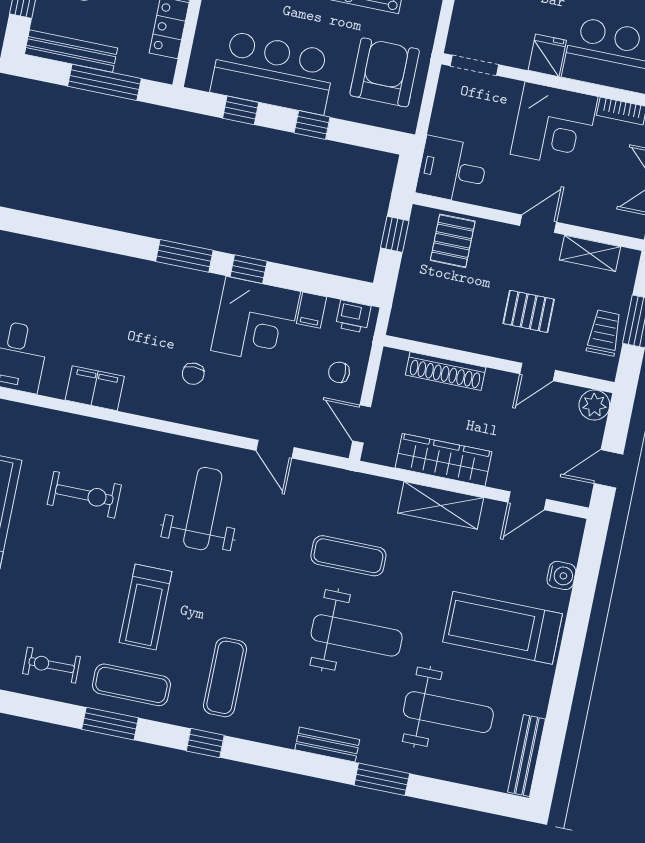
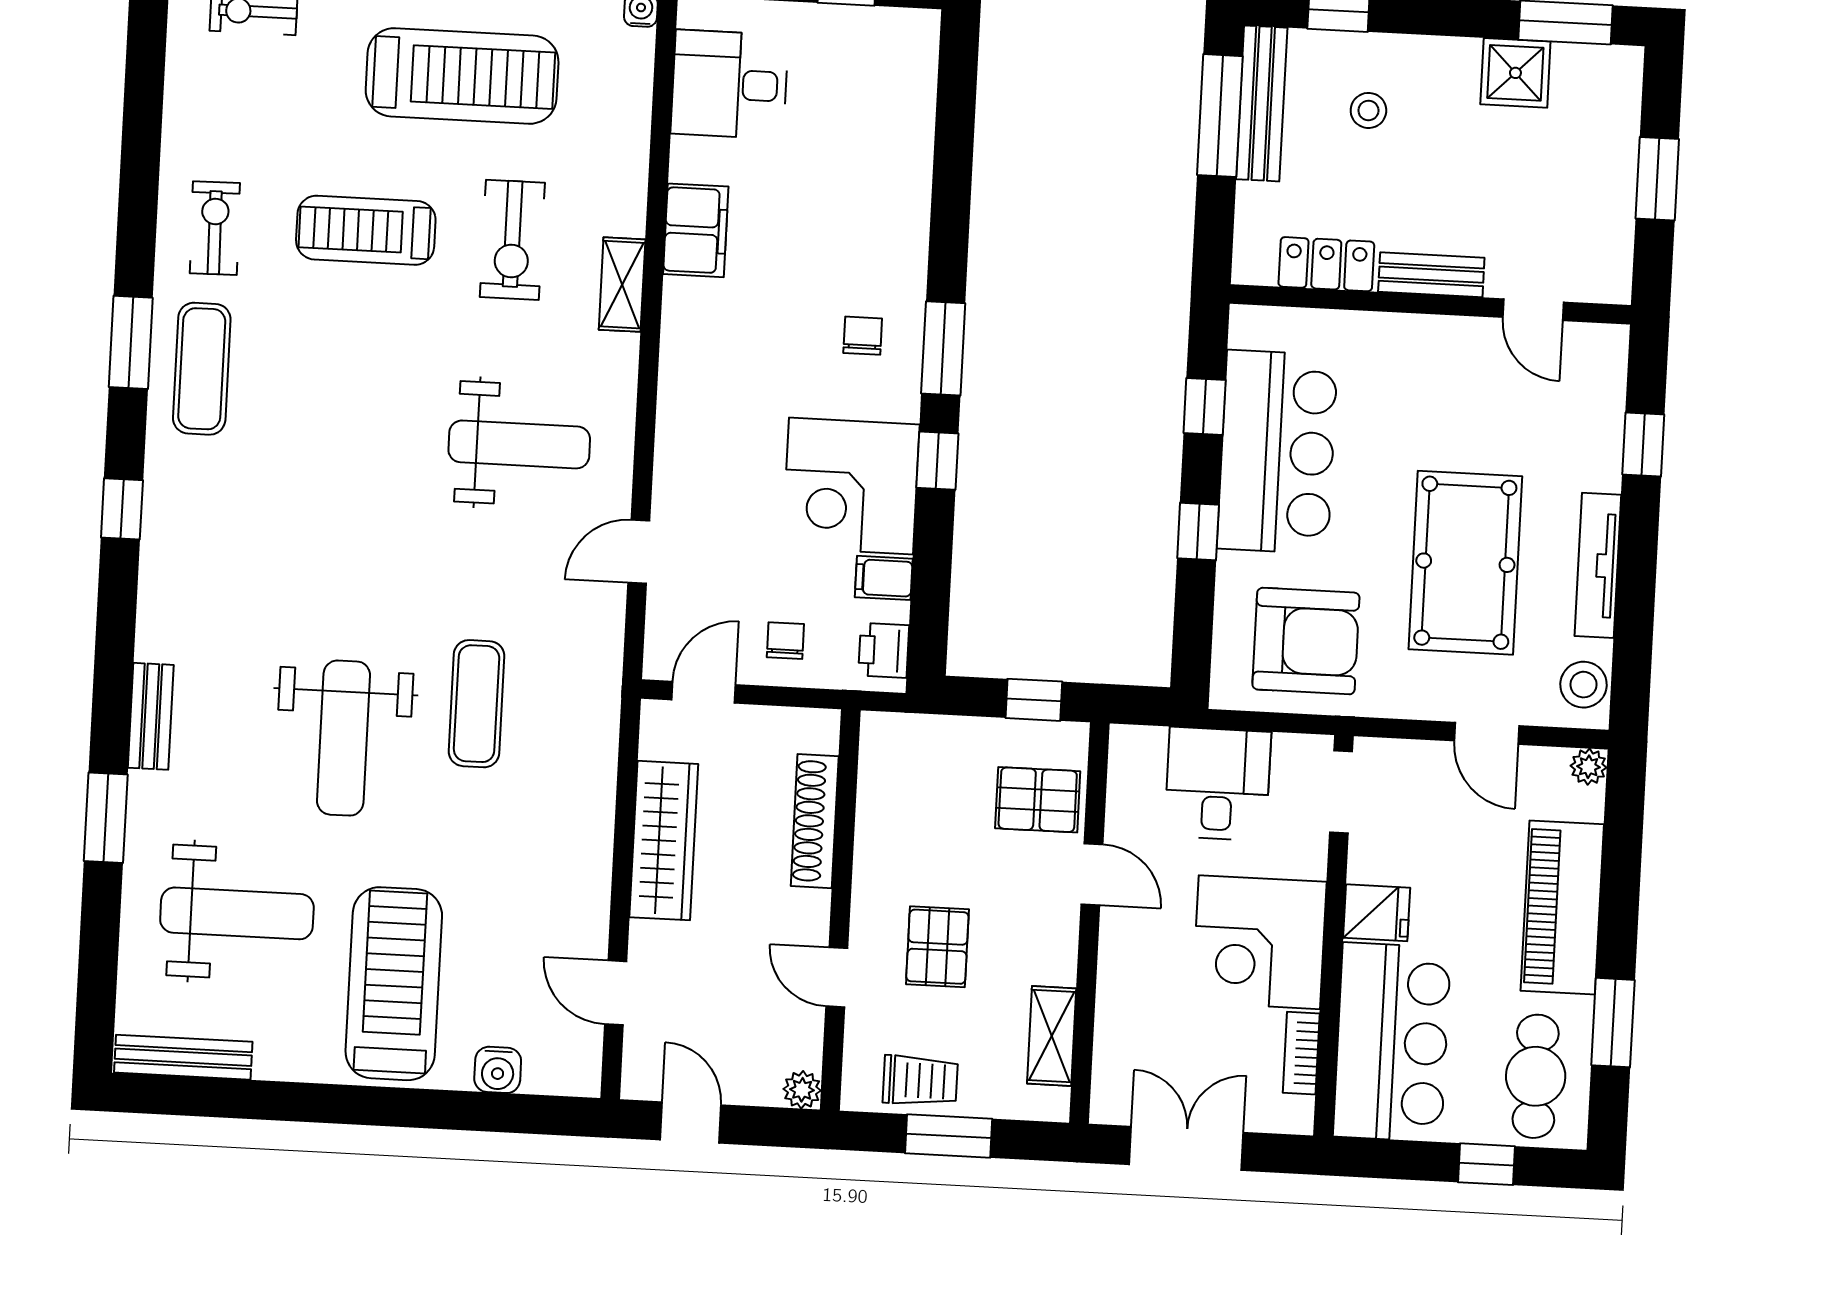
window: (104, 82) -> (1220, 116), moved
desk: (452, 170) -> (1218, 784), moved
door: (538, 224) -> (1092, 874), moved
chair: (193, 374) -> (863, 336), moved, turned 90
plant: (594, 405) -> (802, 1090), width x0.73, depth x0.73
shelving: (441, 505) -> (622, 285), moved, width x0.67, depth x0.75
treadmill: (146, 607) -> (366, 230), moved
exercise mat: (225, 677) -> (239, 526), removed
weight bench: (448, 712) -> (237, 913), turned -90

